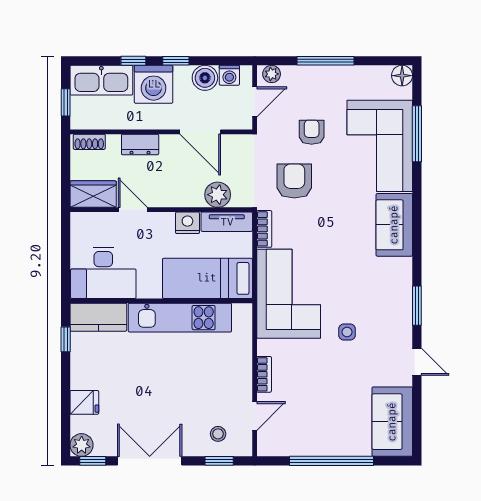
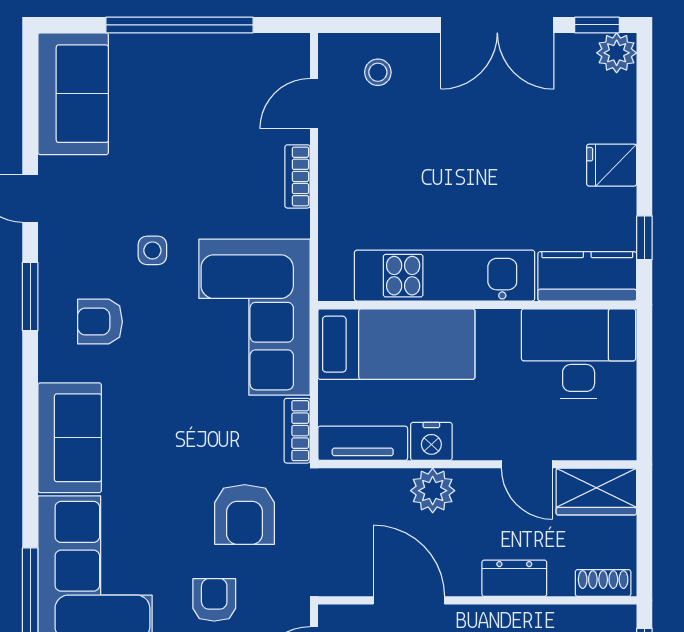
armchair: (312, 132) -> (214, 600), turned 180
plant: (218, 195) -> (433, 491), moved
armchair: (377, 291) -> (100, 322), added
fridge: (84, 402) -> (612, 165), moved
window: (219, 461) -> (376, 25), removed

